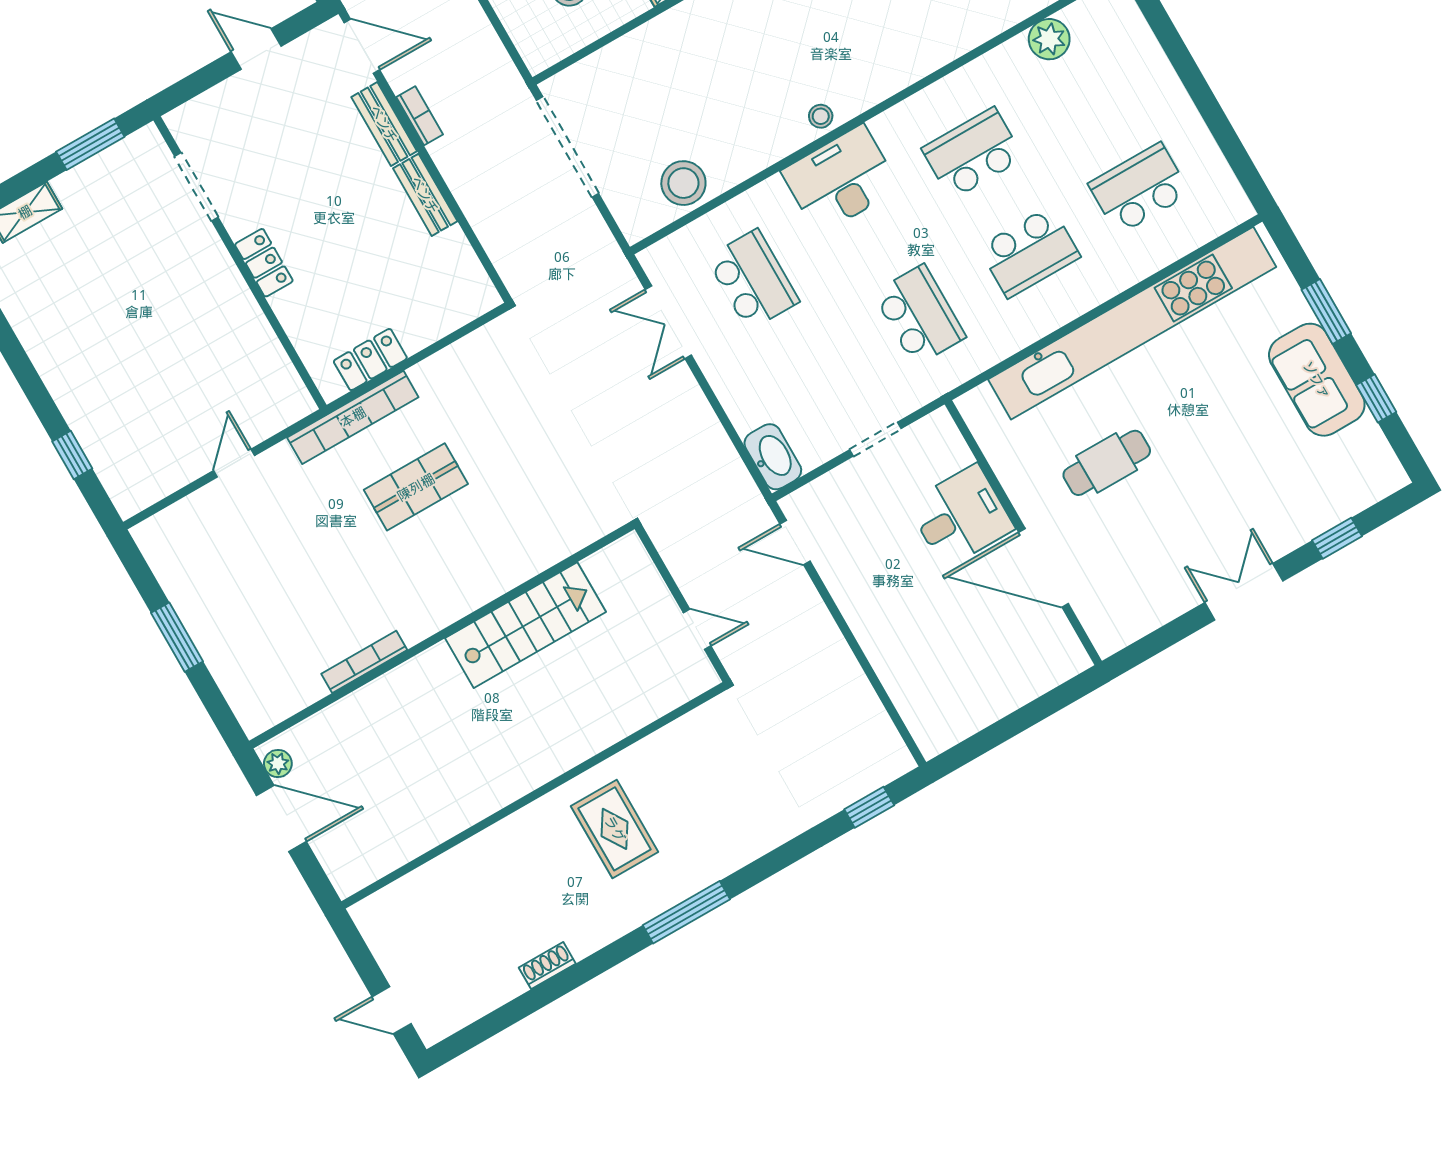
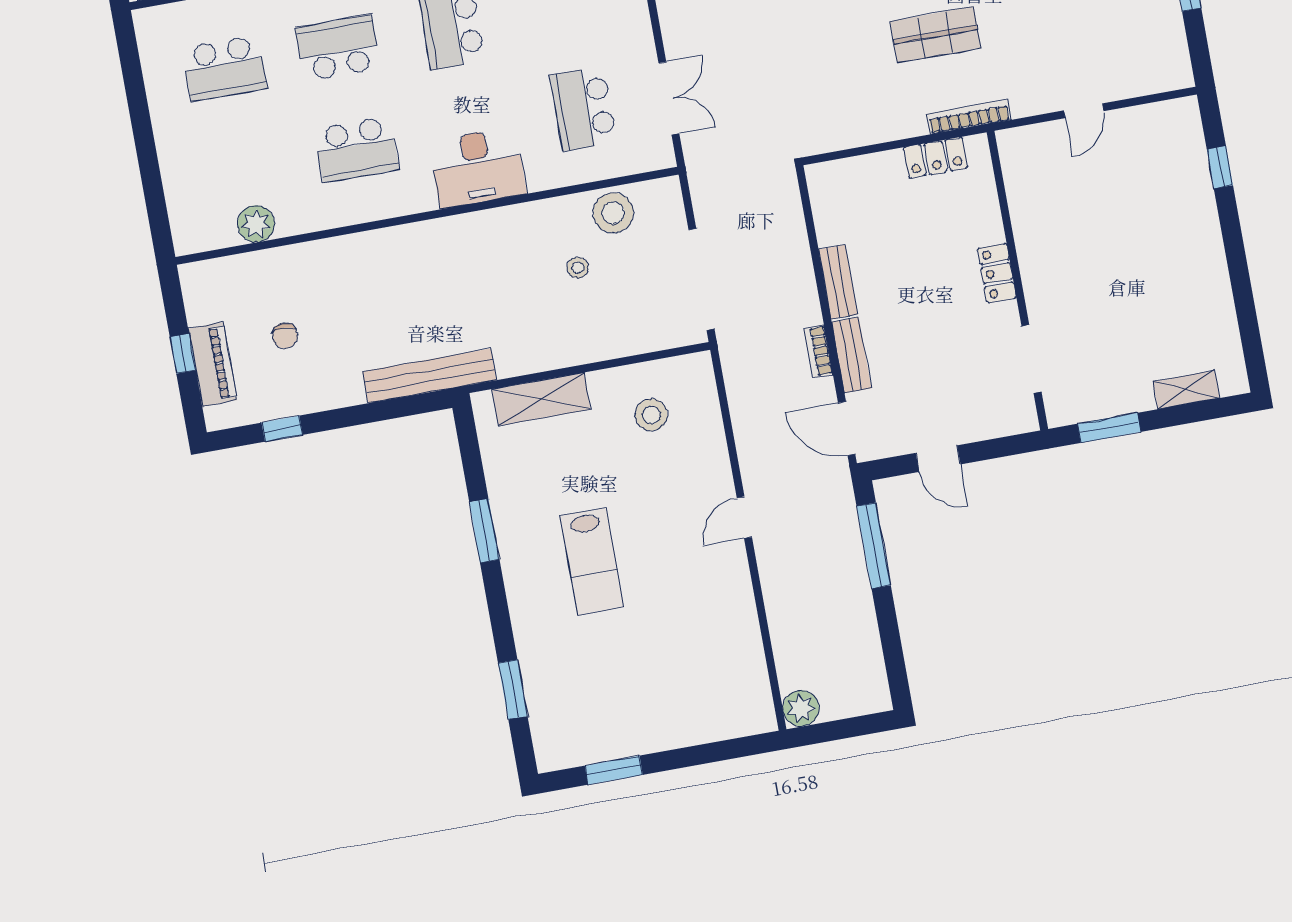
stool: (821, 116) -> (578, 268), moved
bookcase: (353, 417) -> (969, 117), width x0.68, depth x0.76

